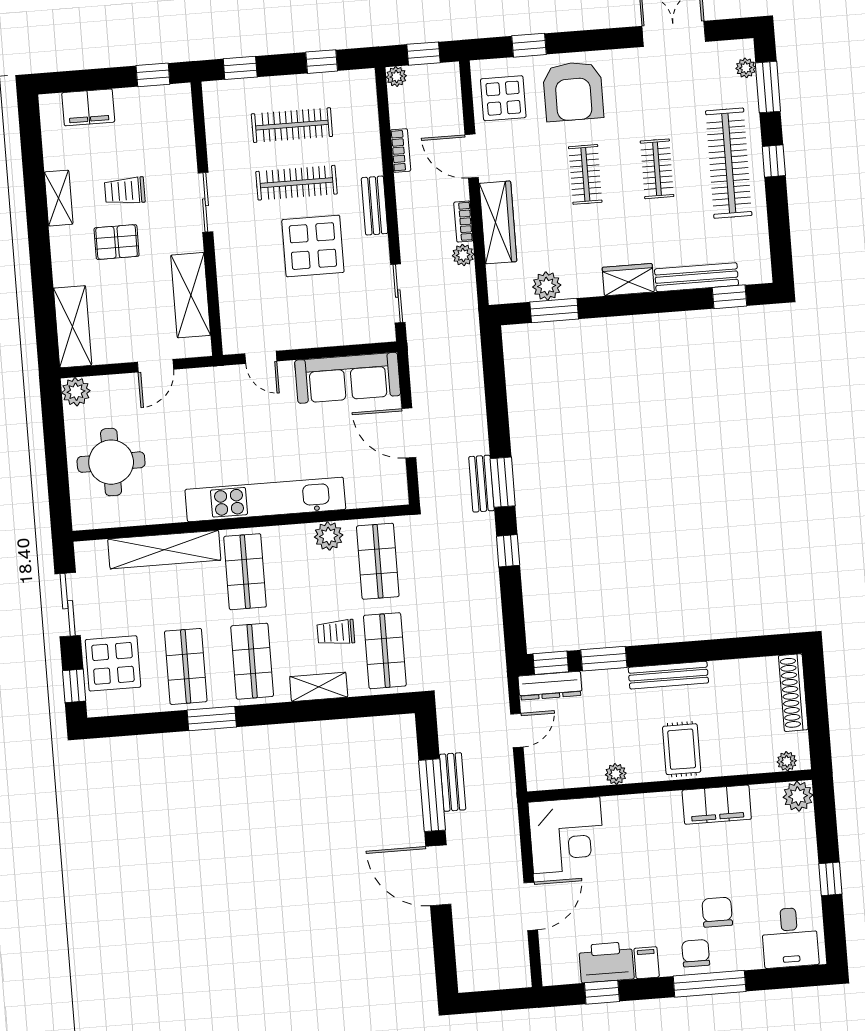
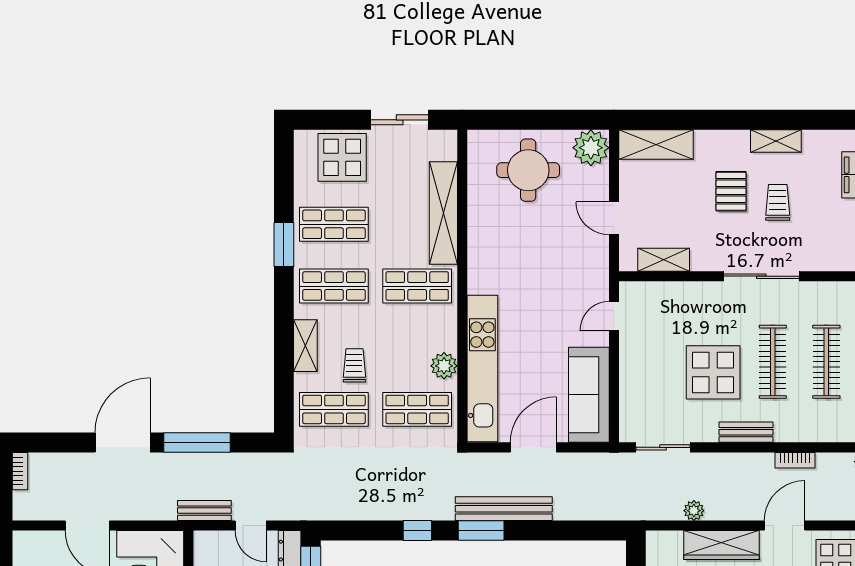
sliding door: (205, 202) -> (761, 276), width x1.37
bookcase: (463, 221) -> (20, 471), moved, turned 90
shelving: (191, 295) -> (664, 260), width x0.67, depth x0.75
plant: (76, 392) -> (591, 148), width x1.36, depth x1.36
bench: (481, 484) -> (504, 509), width x1.86, depth x1.21
kitchen unit: (265, 499) -> (482, 368), moved
window: (74, 686) -> (324, 120), removed
bench: (453, 782) -> (204, 511), moved

